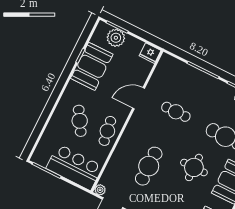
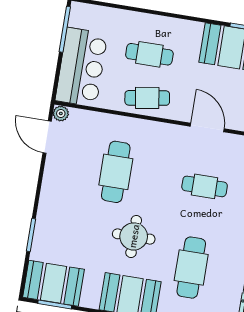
cafe table: (176, 112) -> (205, 186), turned 90
cafe table: (80, 121) -> (149, 54), turned 32
cafe table: (149, 166) -> (116, 172), turned 90

